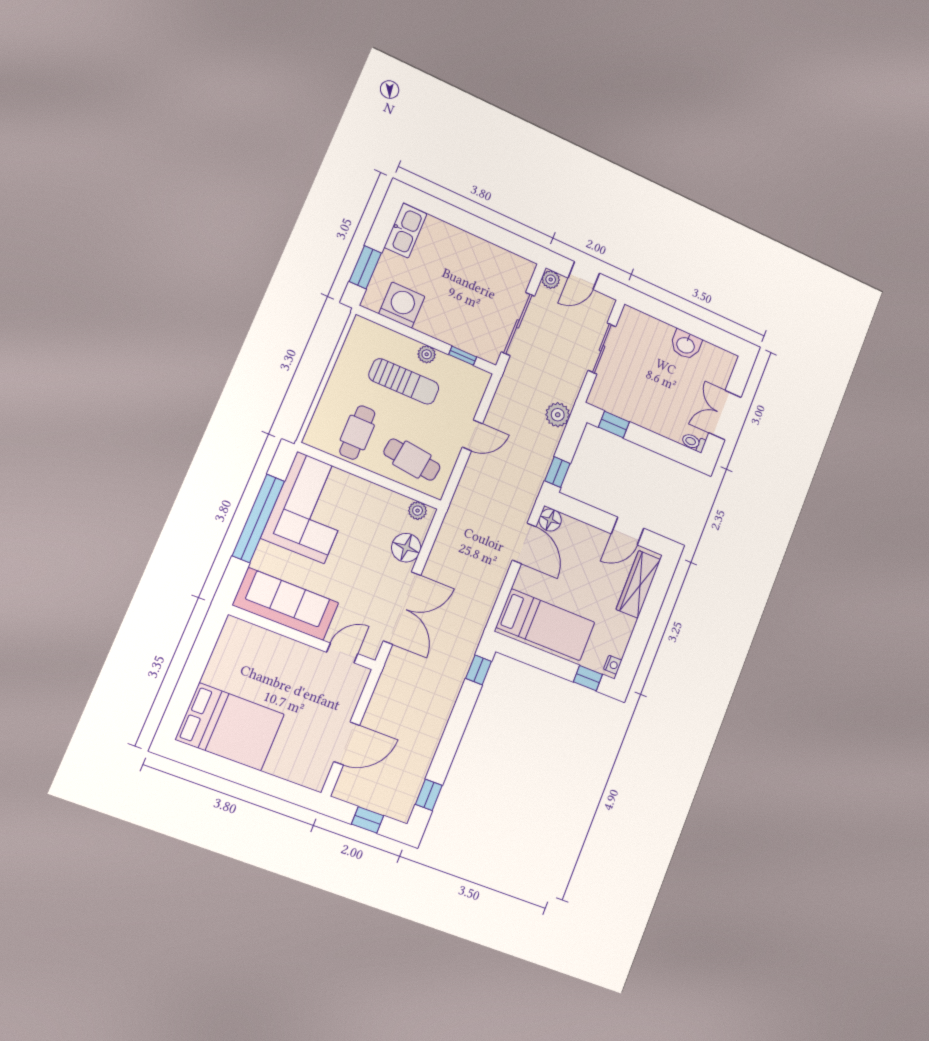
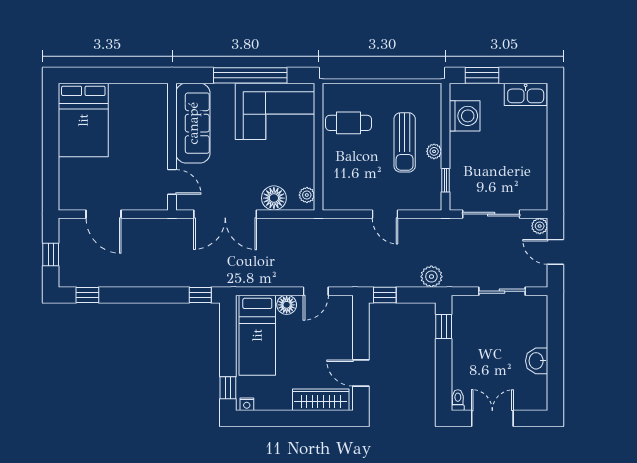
cafe table: (412, 460) -> (345, 174), removed
floor lamp: (550, 520) -> (287, 305), moved
door: (524, 543) -> (316, 291), width x0.73

